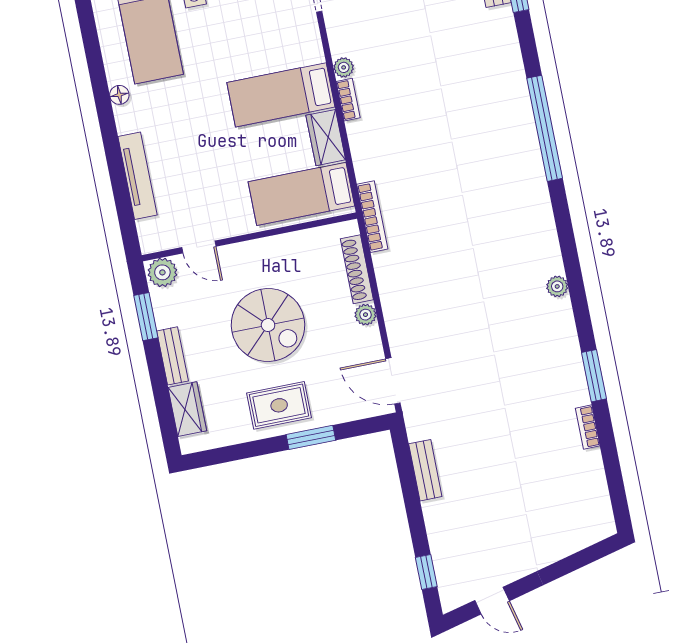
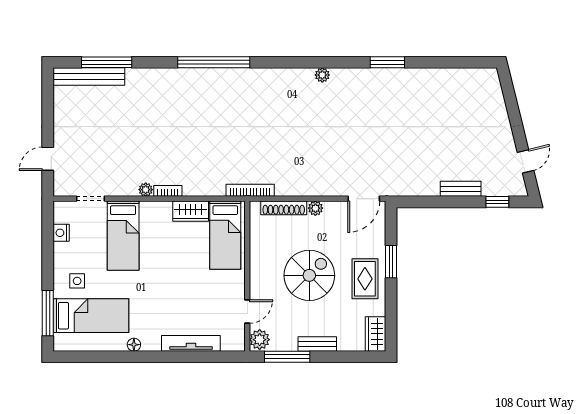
bed: (281, 95) -> (123, 236), moved
window: (146, 317) -> (287, 357), width x1.44
wardrobe: (187, 409) -> (375, 334), moved, turned -90
bookcase: (588, 427) -> (421, 73), removed
bench: (425, 470) -> (461, 189), moved

